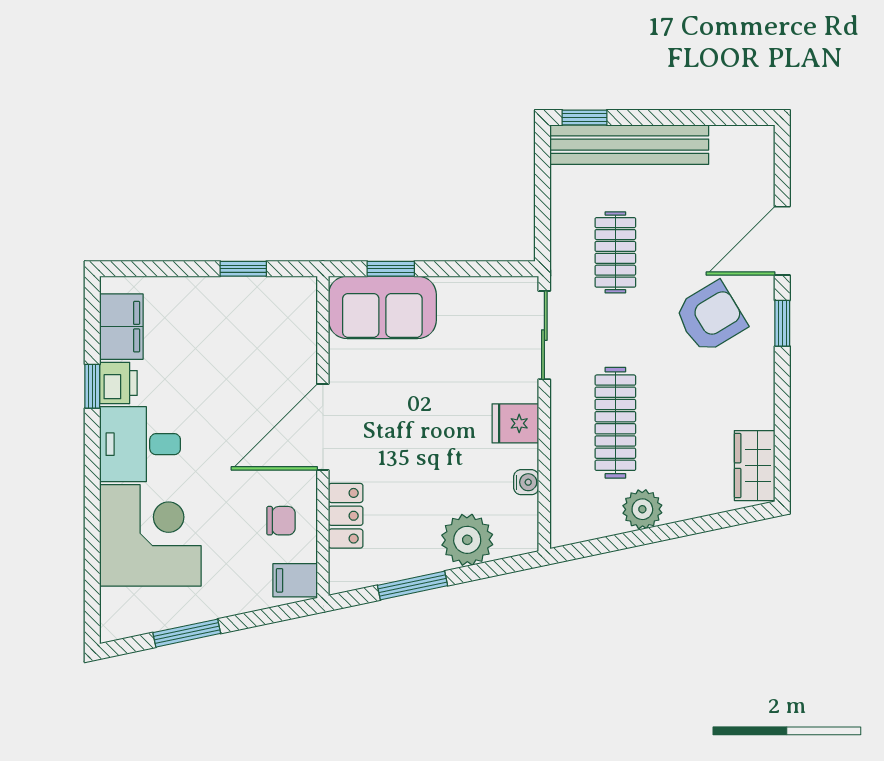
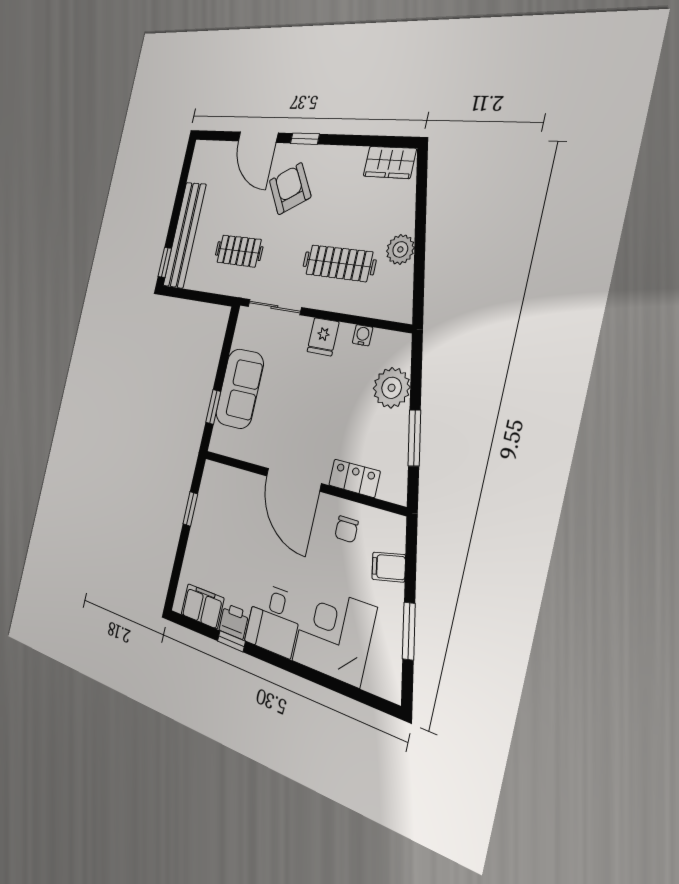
sofa: (382, 307) -> (240, 389), moved
chair: (281, 521) -> (347, 529), turned 180
filing cabinet: (295, 580) -> (389, 567), moved, turned 78

